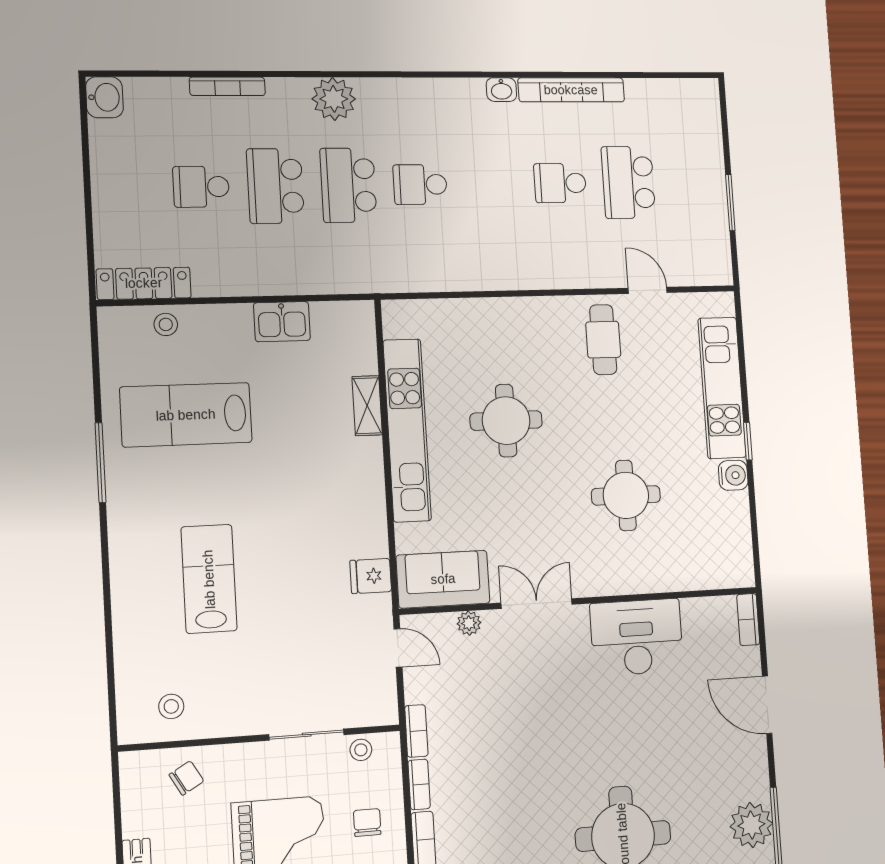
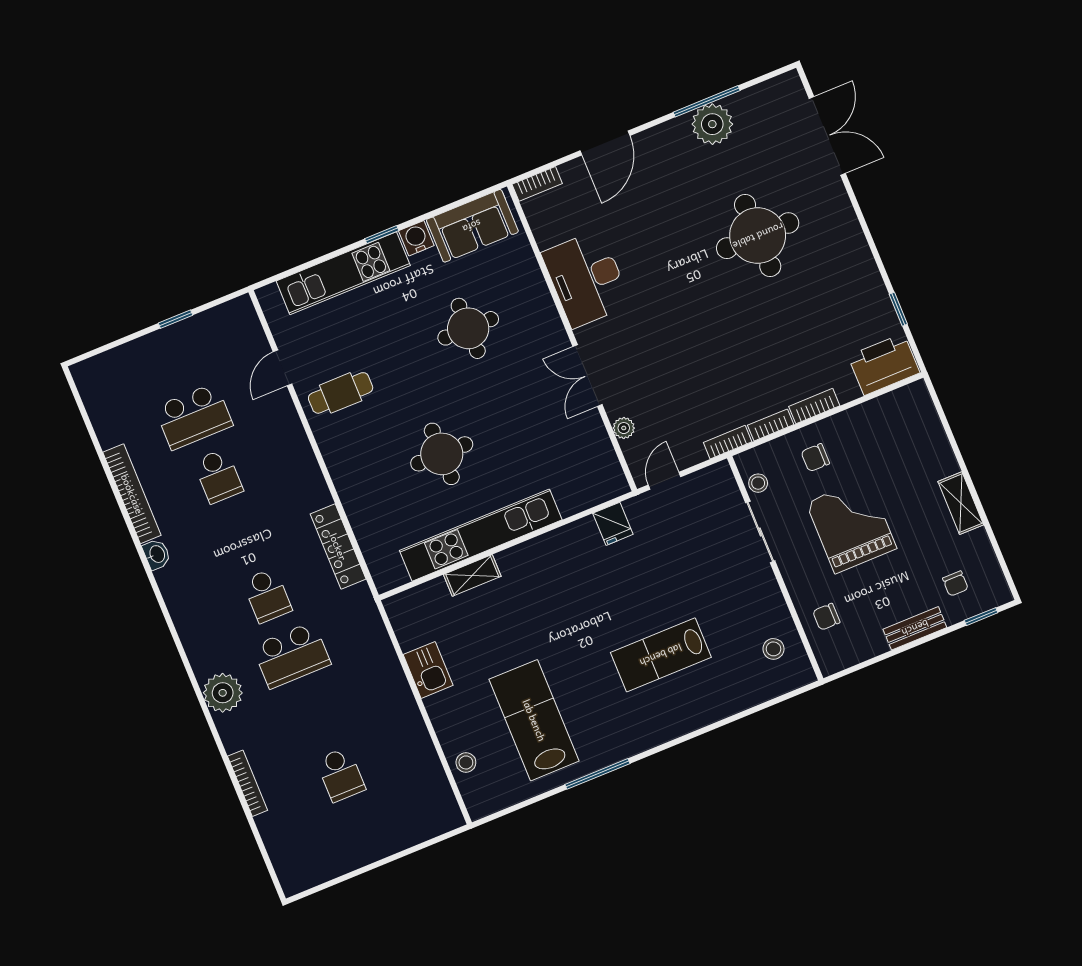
washbasin: (104, 97) -> (297, 878), removed
school desk: (275, 186) -> (316, 715), removed
window: (730, 203) -> (175, 319), width x0.67
locker: (144, 283) -> (338, 547), moved
lab bench: (186, 415) -> (534, 720), turned 180
sofa: (443, 579) -> (472, 226), moved, turned -90
chair: (186, 778) -> (826, 617), turned -60

